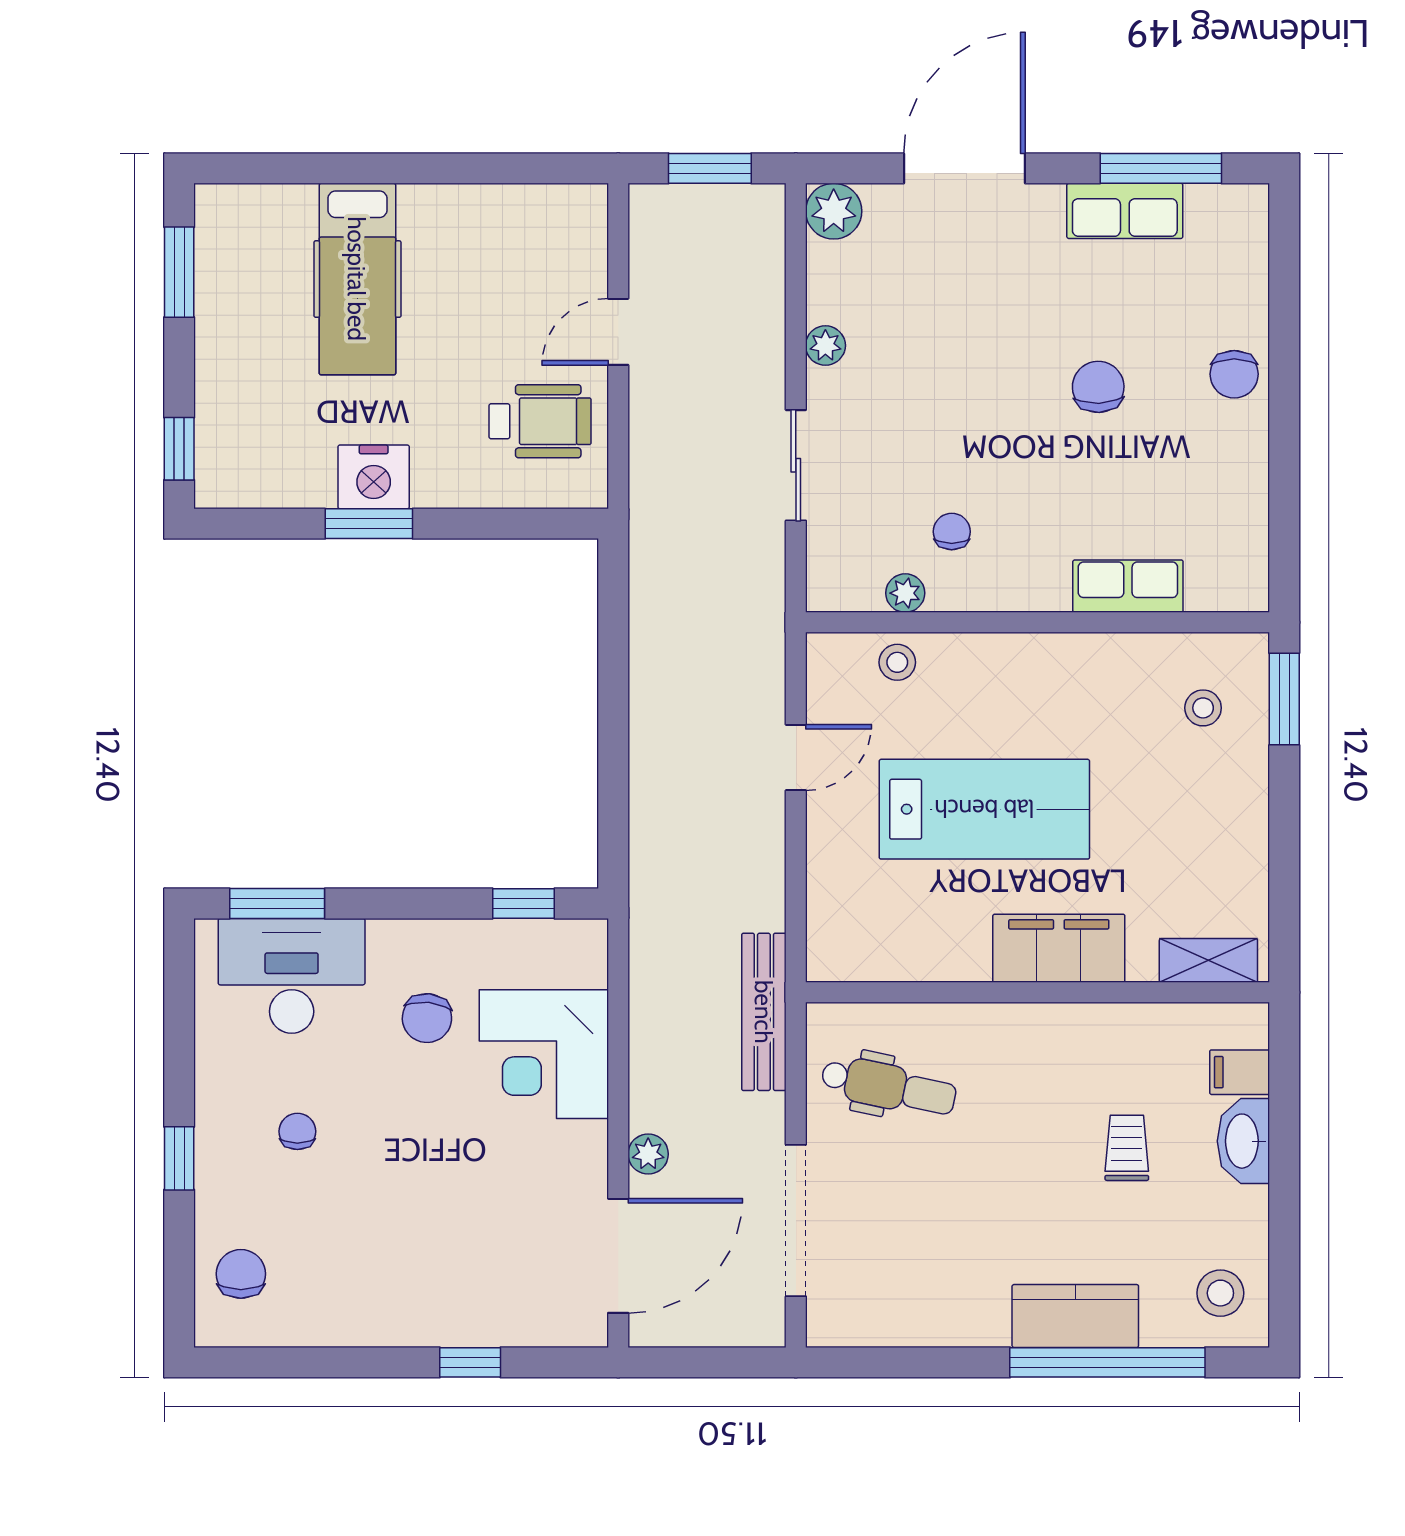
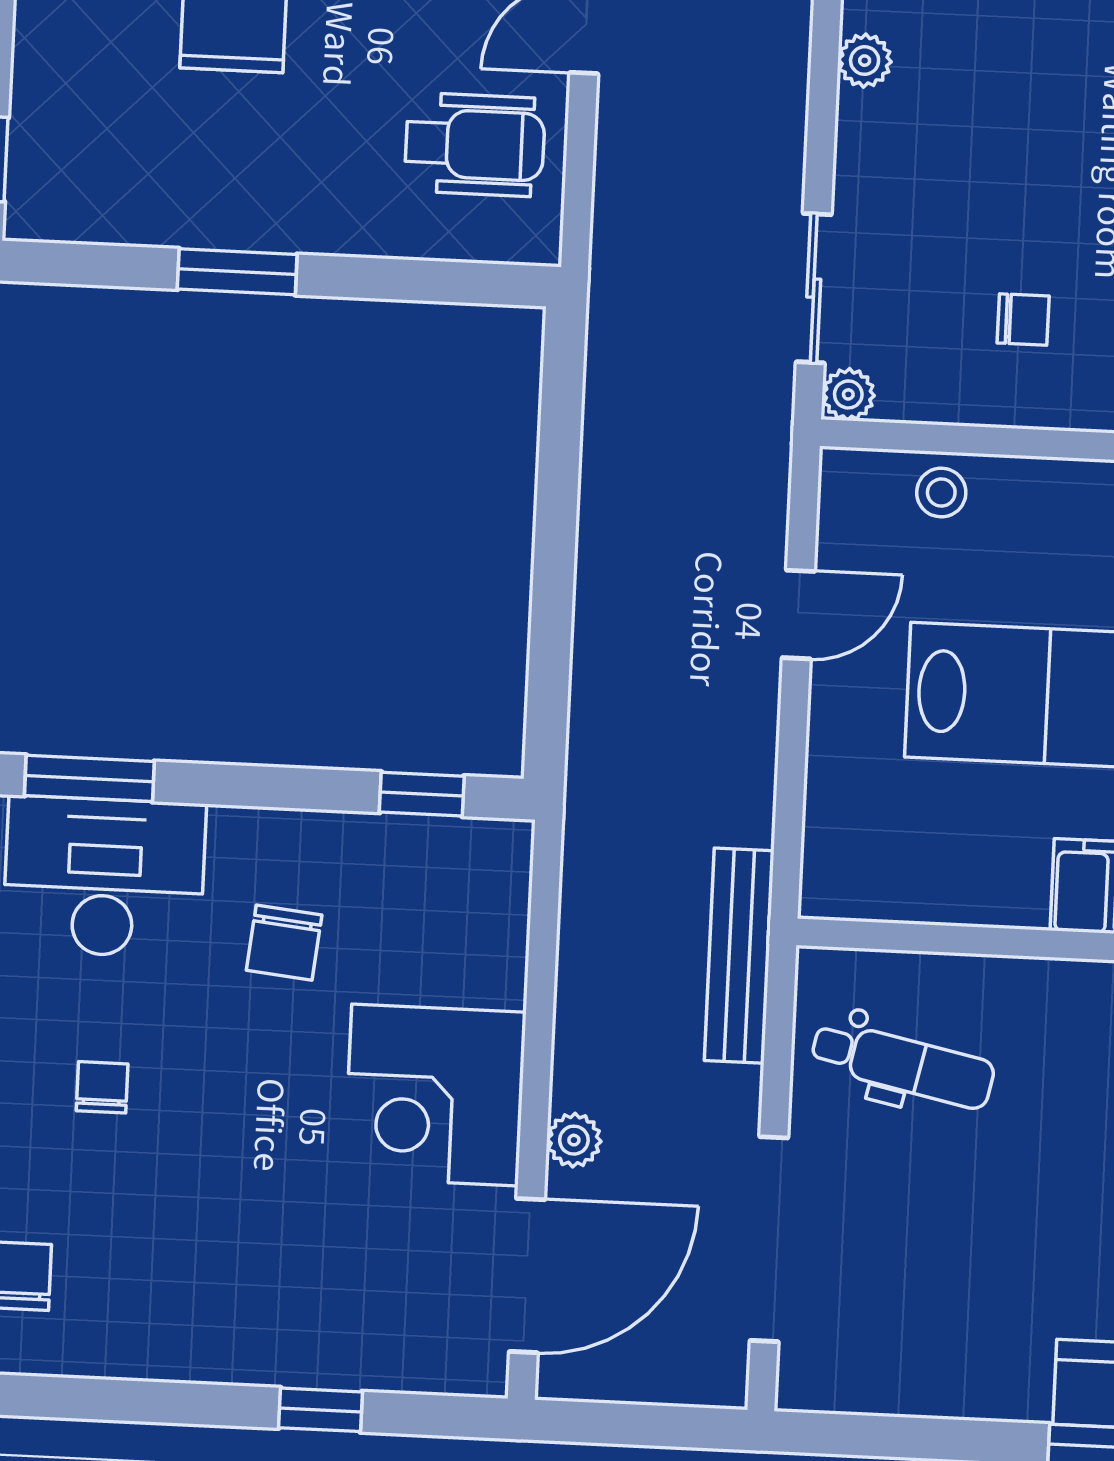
sliding door: (796, 465) -> (814, 288), moved
nightstand: (374, 477) -> (247, 209), removed
chair: (952, 532) -> (1023, 320), turned 90
plant: (905, 593) -> (848, 394), moved
corner desk: (544, 1054) -> (435, 1095), moved

